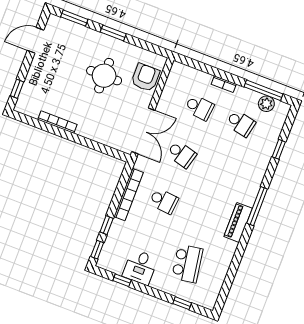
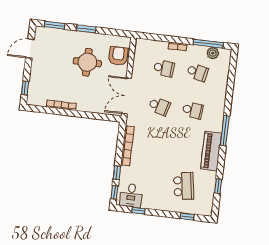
double door: (143, 131) -> (127, 96), swing flipped
window: (279, 149) -> (218, 186), moved
school desk: (164, 201) -> (193, 110), moved
piano: (238, 222) -> (211, 151), width x1.37, depth x1.33
desk: (140, 267) -> (131, 195), moved

